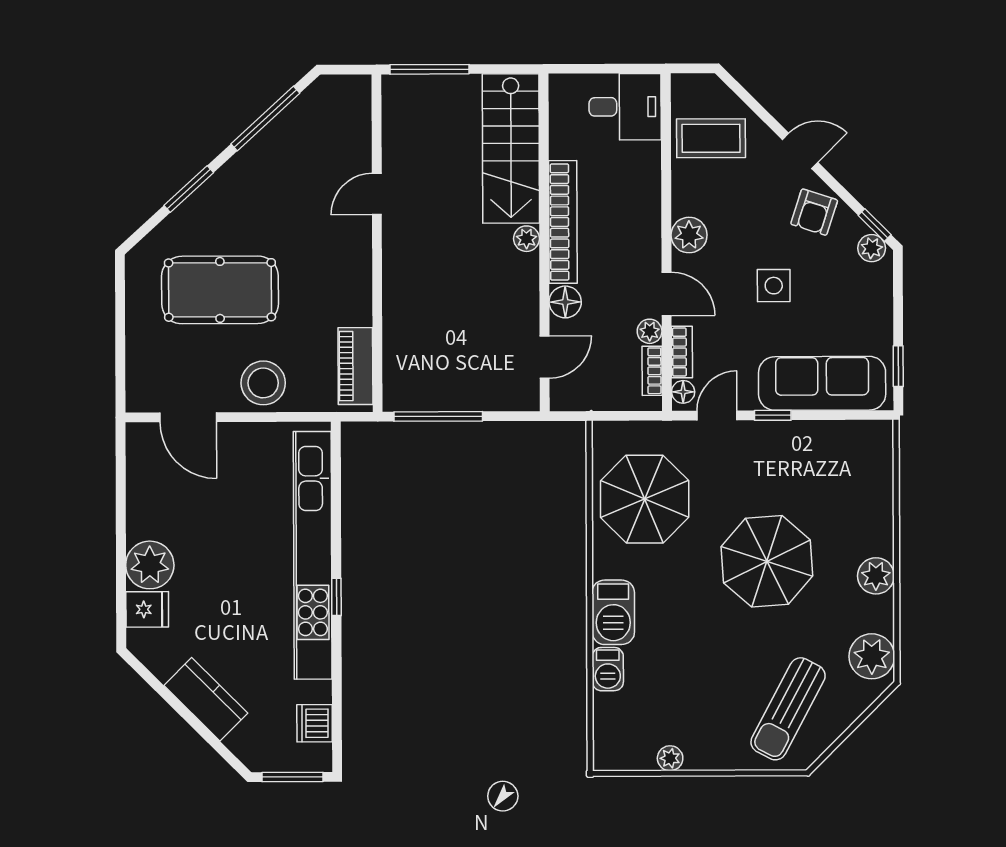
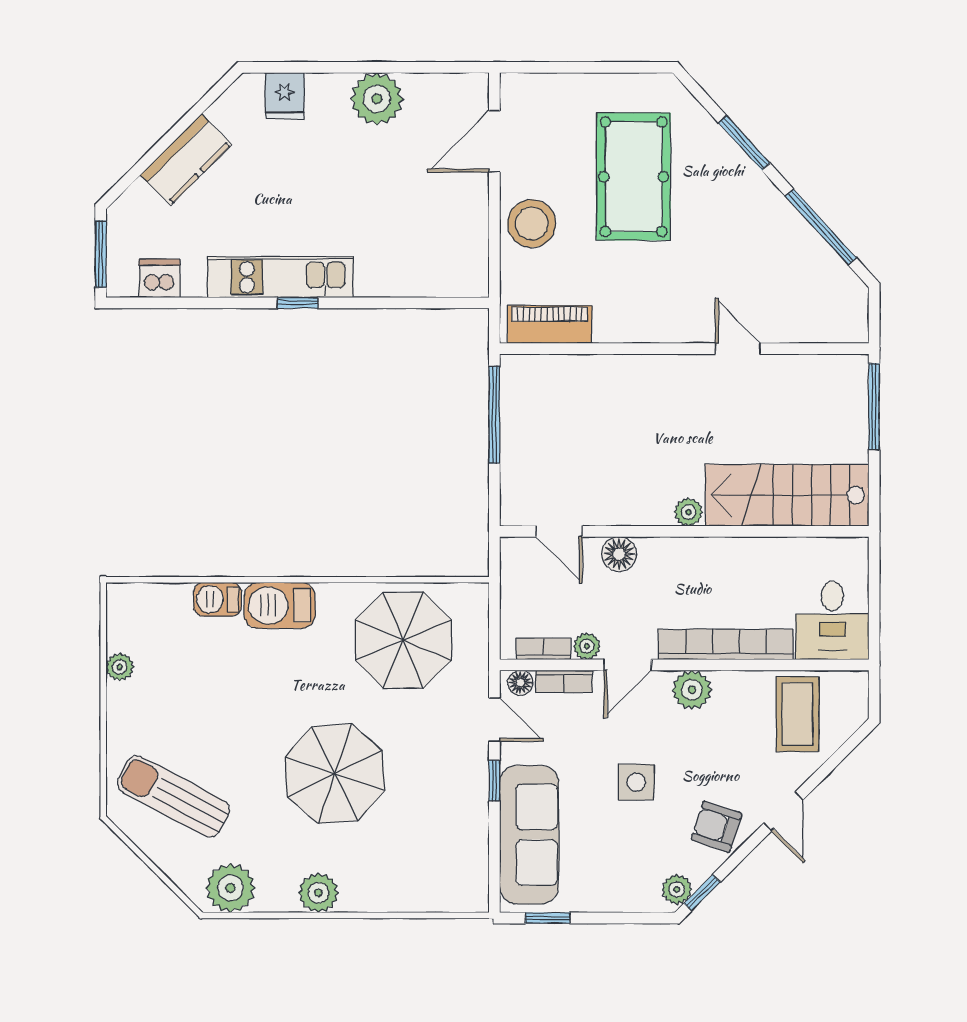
bookcase: (563, 222) -> (726, 644), moved, turned 180
kitchen unit: (313, 555) -> (280, 277), width x0.54
plant: (150, 565) -> (377, 99), moved

